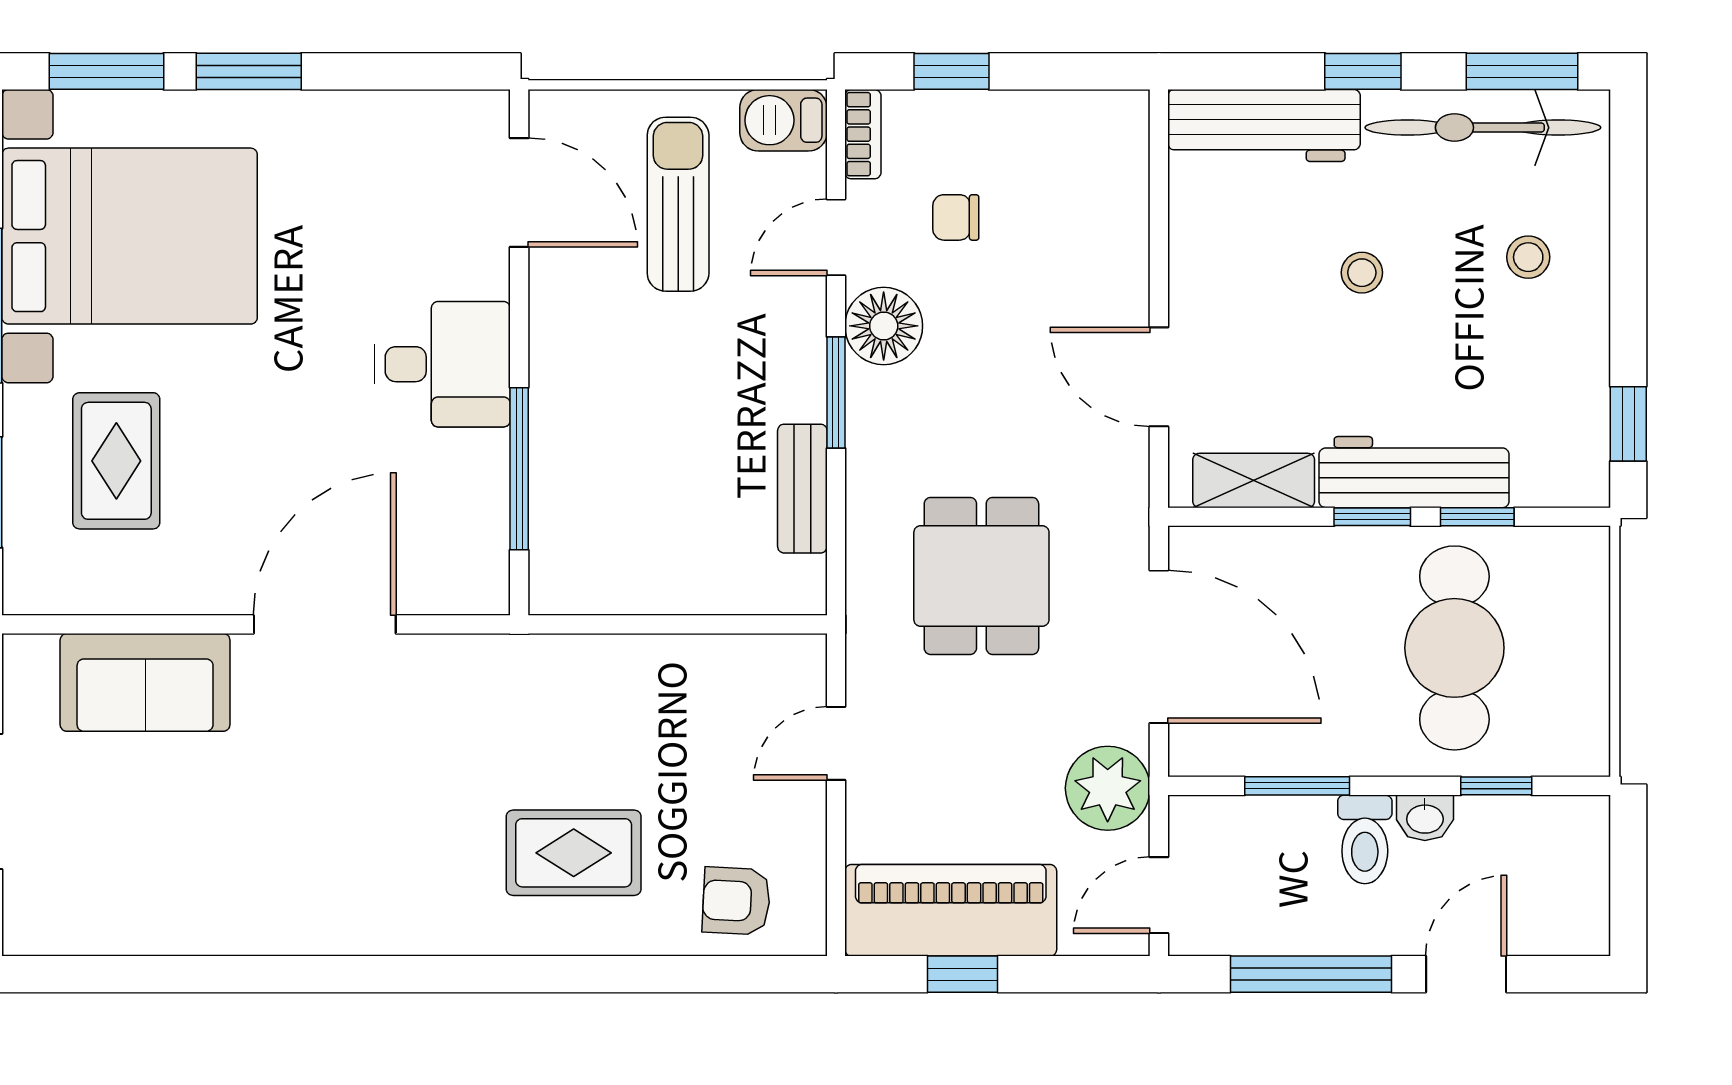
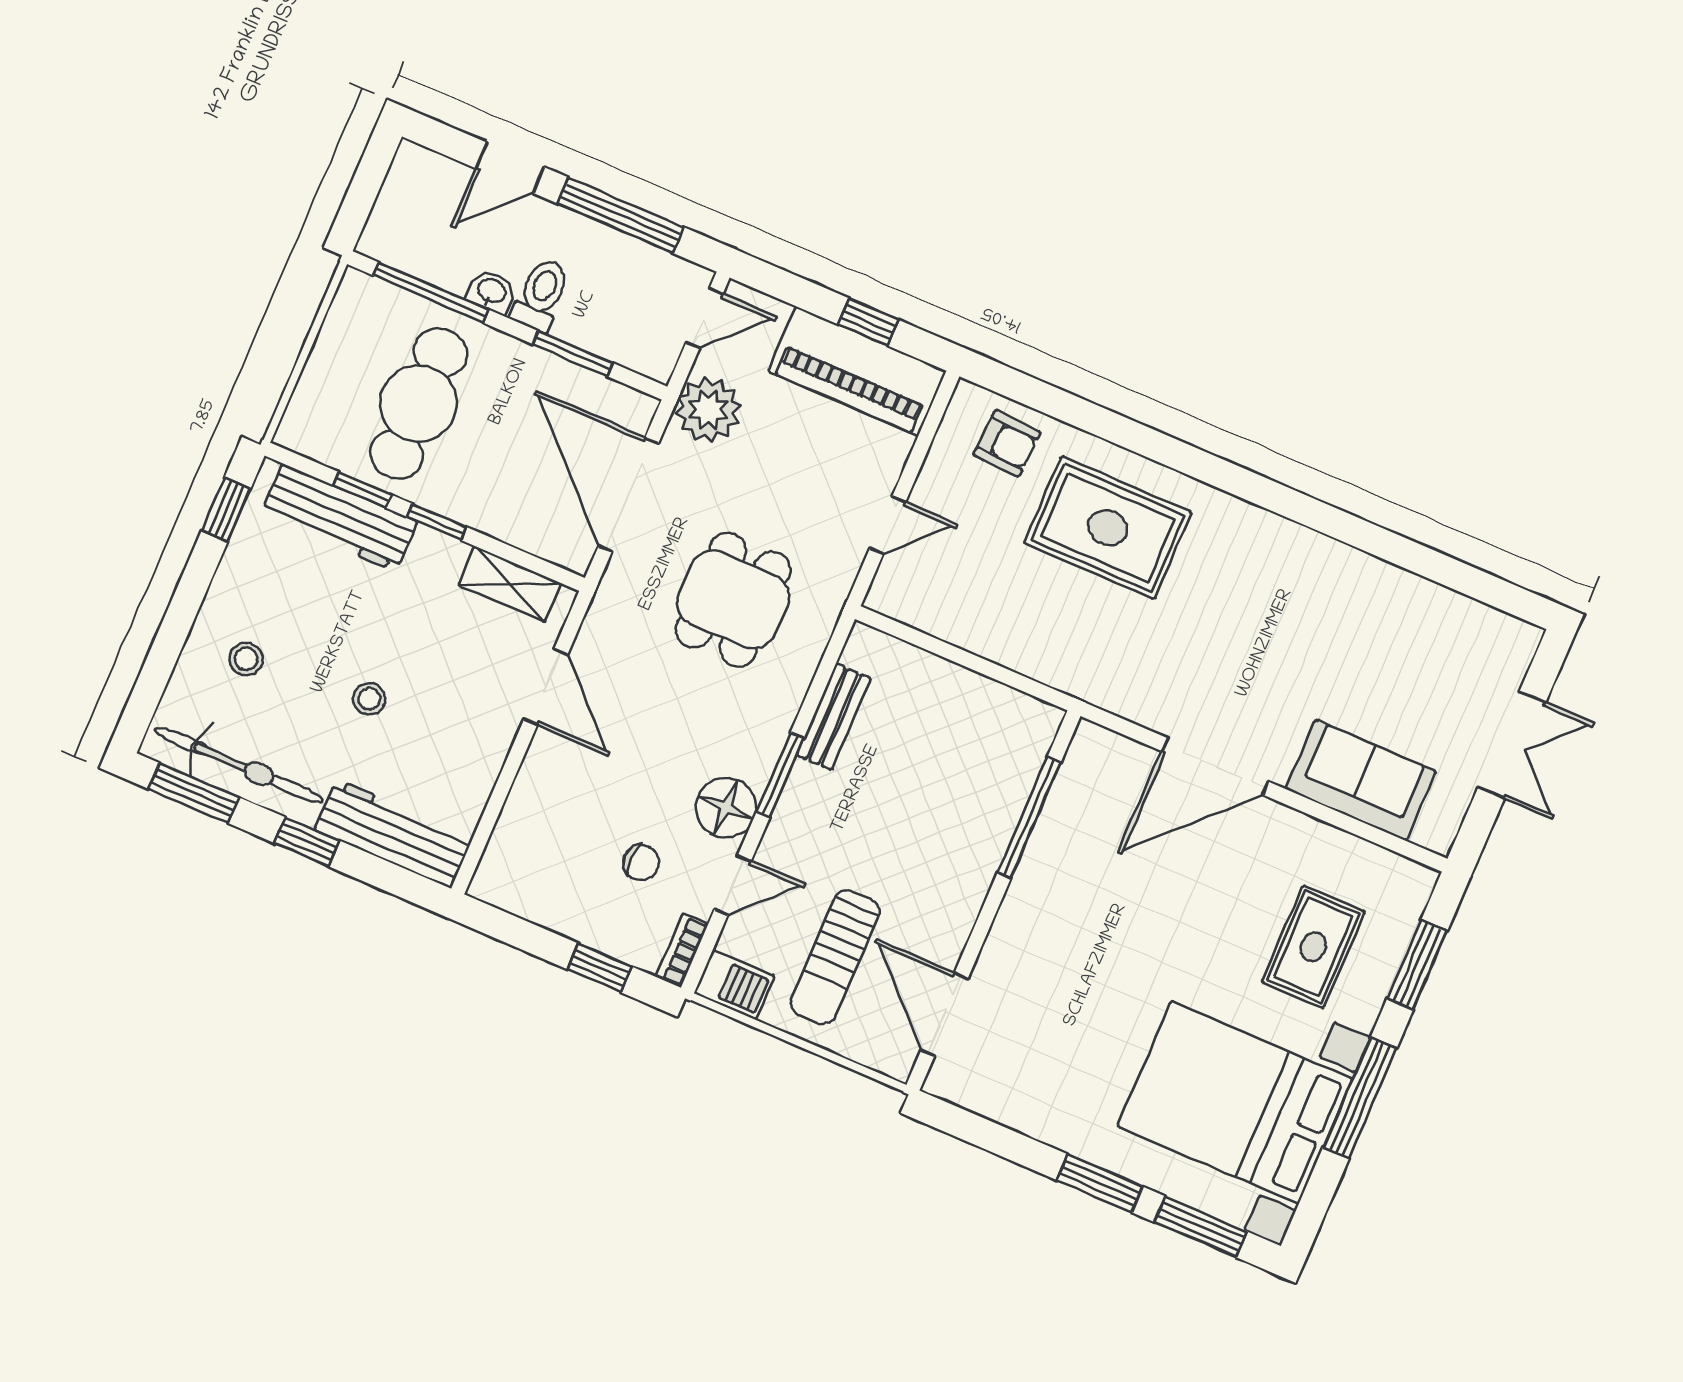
desk: (442, 364) -> (1052, 916), removed
workbench: (1414, 472) -> (339, 518), moved
window: (1496, 786) -> (431, 292), width x2.17
rug: (574, 853) -> (1108, 528), width x1.36, depth x1.43

